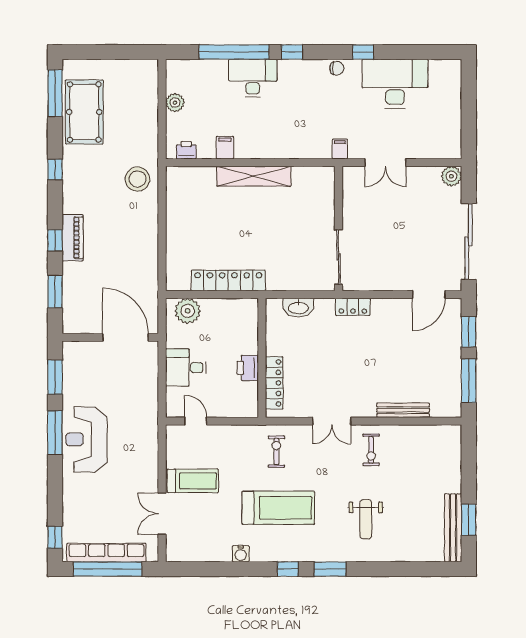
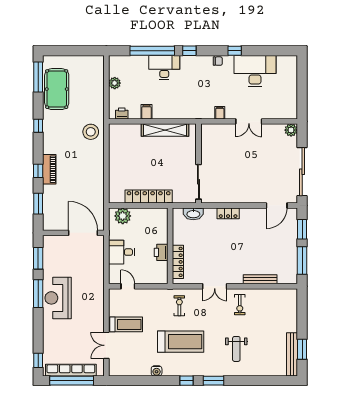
wall: (339, 229) -> (198, 163), moved
sliding door: (339, 257) -> (198, 182), moved

